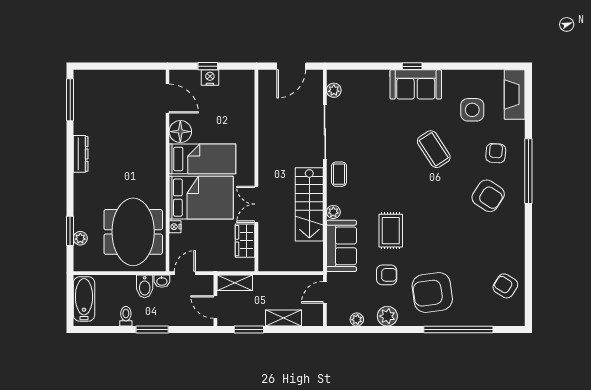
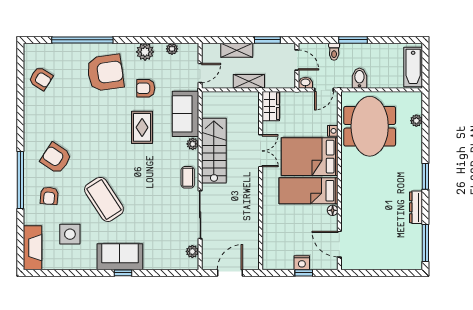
floor lamp: (180, 132) -> (333, 210), width x0.53, depth x0.53
coffee table: (434, 149) -> (104, 199), width x1.36, depth x1.32
dresser: (81, 154) -> (416, 207), moved
window: (70, 231) -> (425, 176), moved
wardrobe: (245, 241) -> (271, 106), moved
washbasin: (162, 281) -> (305, 83), moved
shelving: (235, 283) -> (249, 81), moved
toilet: (126, 316) -> (334, 52), moved

